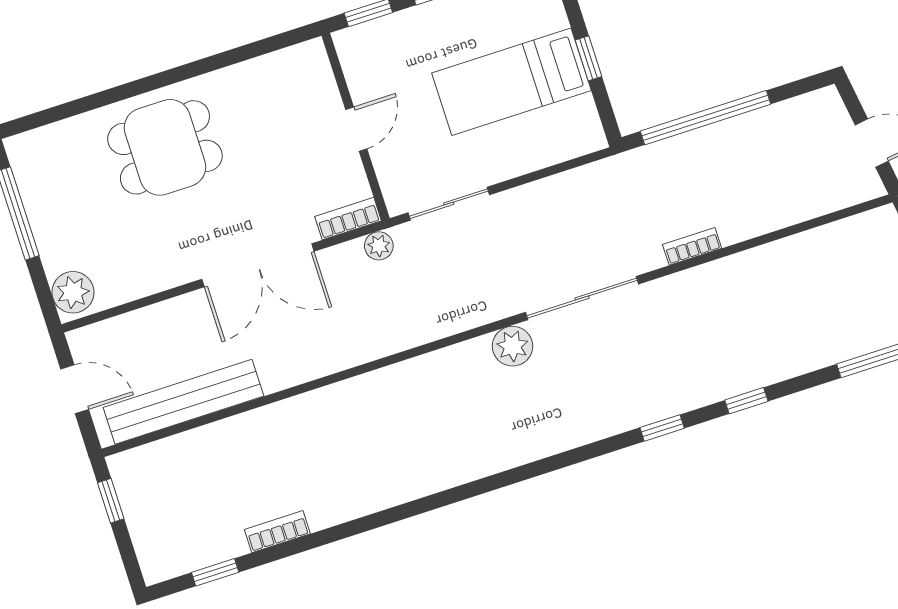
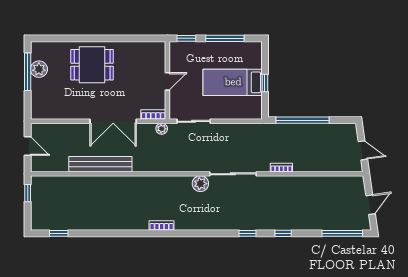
plant: (73, 292) -> (39, 69), moved
bench: (183, 402) -> (100, 164), moved
bookcase: (277, 532) -> (162, 225), moved

